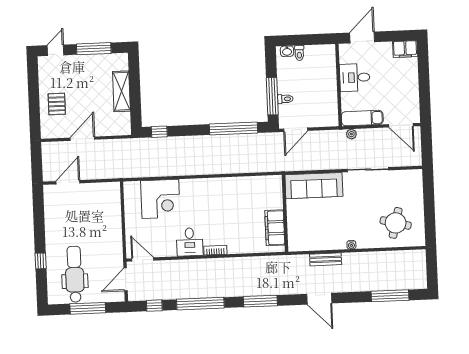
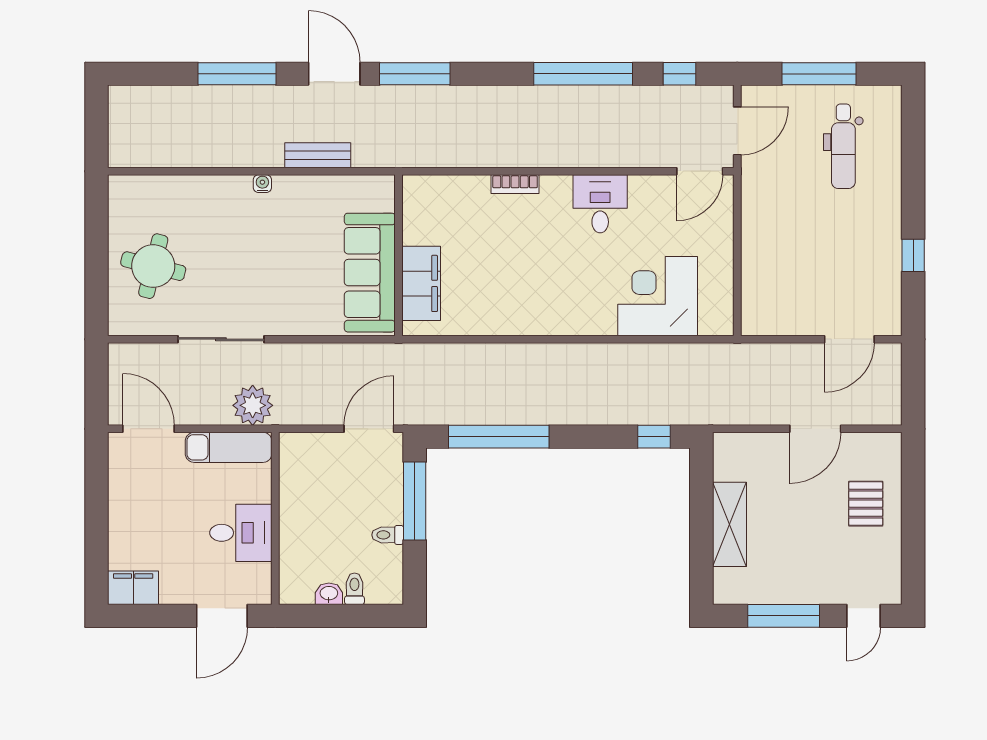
washbasin: (287, 51) -> (329, 594), moved
toilet: (285, 99) -> (388, 535), moved
plant: (351, 134) -> (253, 405), width x1.88, depth x1.88
sofa: (314, 186) -> (370, 273), moved, turned -90
round table: (396, 223) -> (153, 266), moved
filing cabinet: (275, 228) -> (421, 283), moved
bookcase: (215, 250) -> (515, 184), moved
door: (143, 259) -> (700, 171), hinge flipped
window: (41, 261) -> (913, 255), moved
dental chair: (75, 274) -> (843, 146), width x0.73, depth x0.72
window: (390, 296) -> (237, 74), moved
window: (260, 301) -> (415, 74), moved

